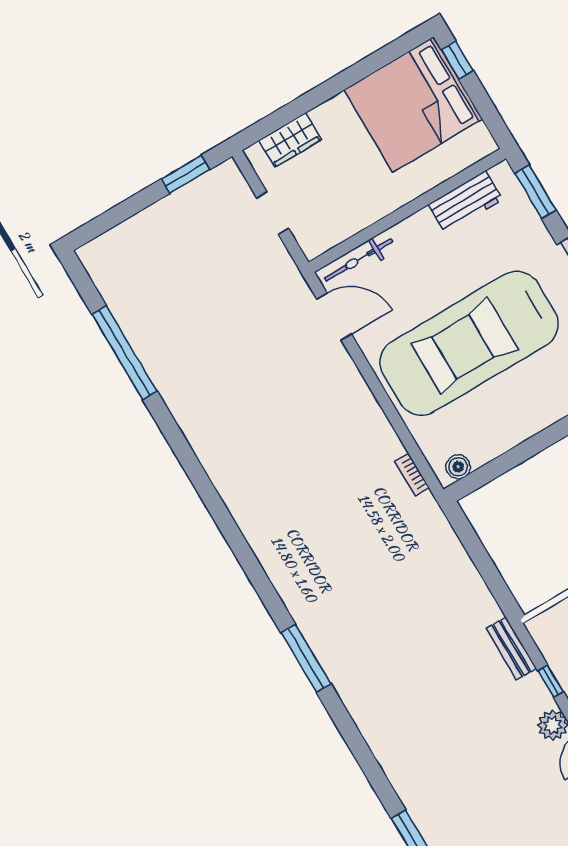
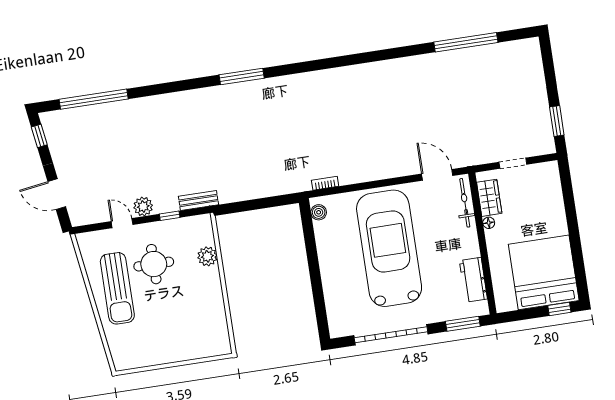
wardrobe: (290, 140) -> (489, 198), moved, turned 180
floor lamp: (373, 213) -> (489, 223), added
door: (334, 317) -> (437, 175), swing flipped

